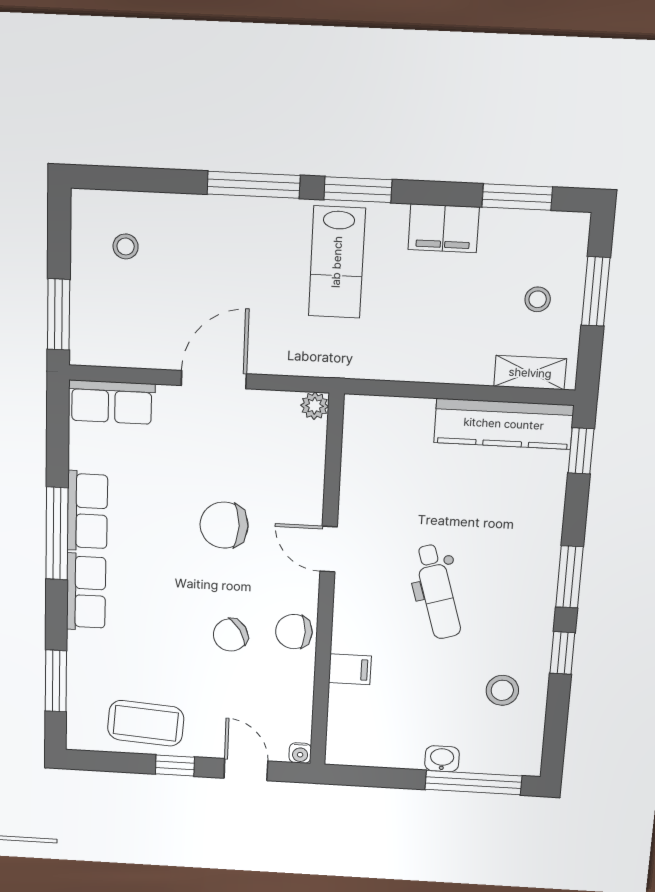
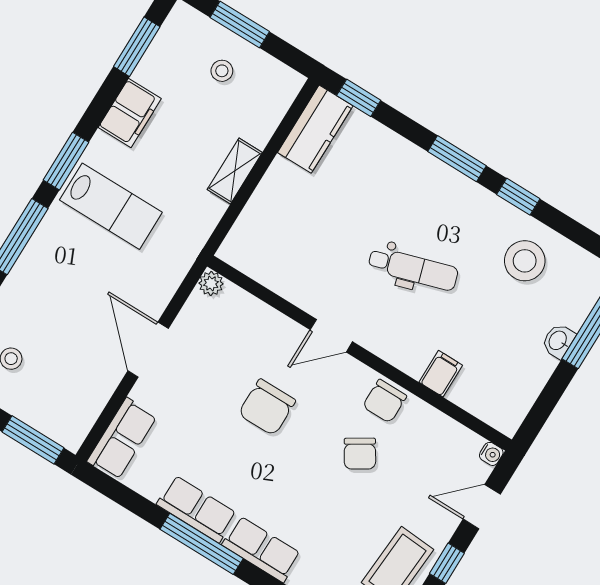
shelving: (530, 373) -> (235, 171), moved
kitchen counter: (504, 424) -> (315, 129), width x0.67
stool: (502, 690) -> (525, 261), width x1.38, depth x1.38

